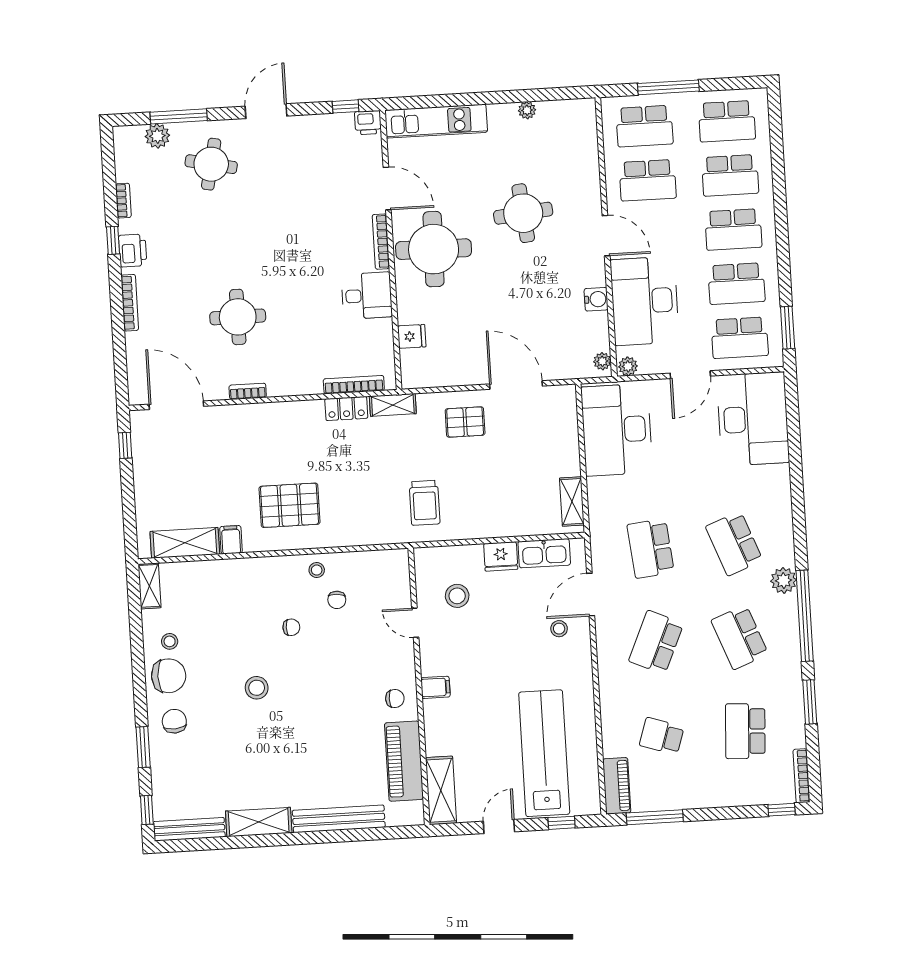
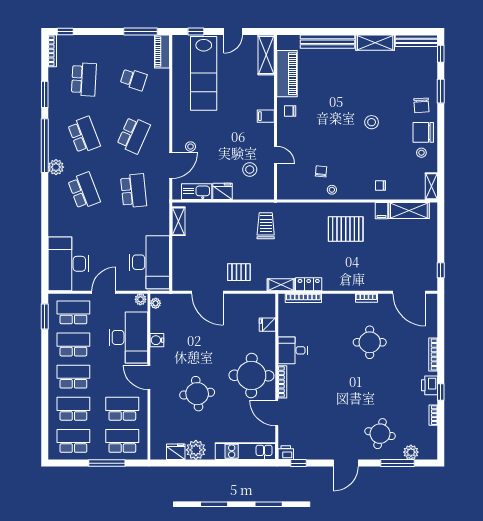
plant: (527, 110) -> (196, 450), width x1.87, depth x1.87
fridge: (553, 113) -> (176, 452), added
chair: (291, 627) -> (381, 185), moved

